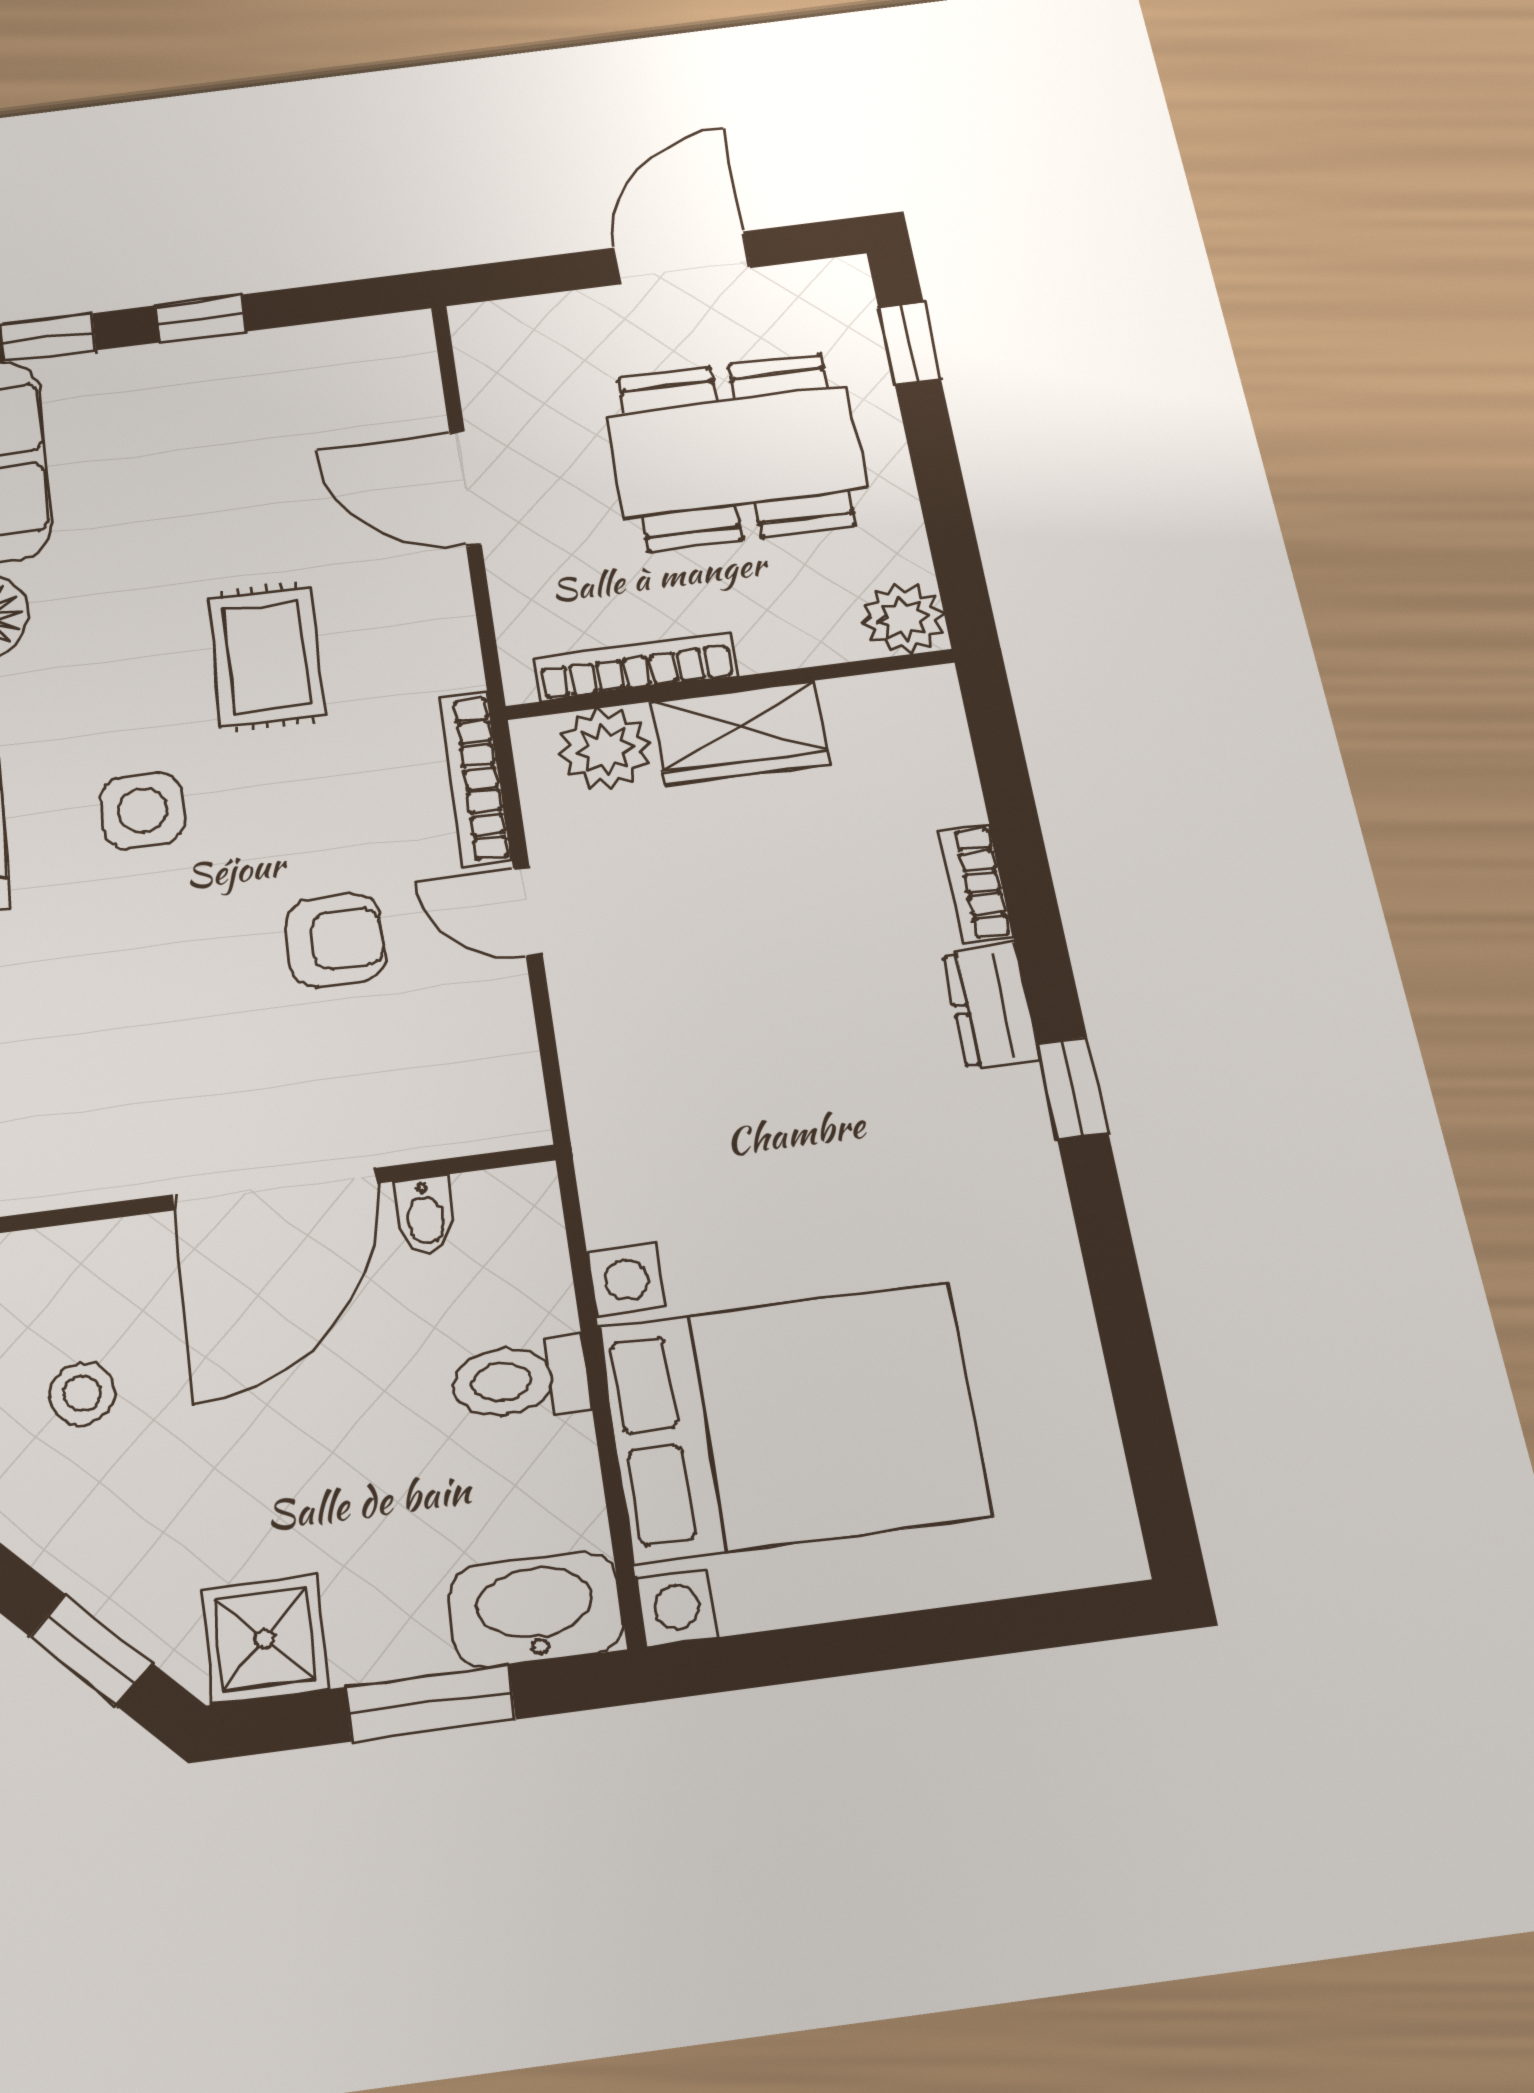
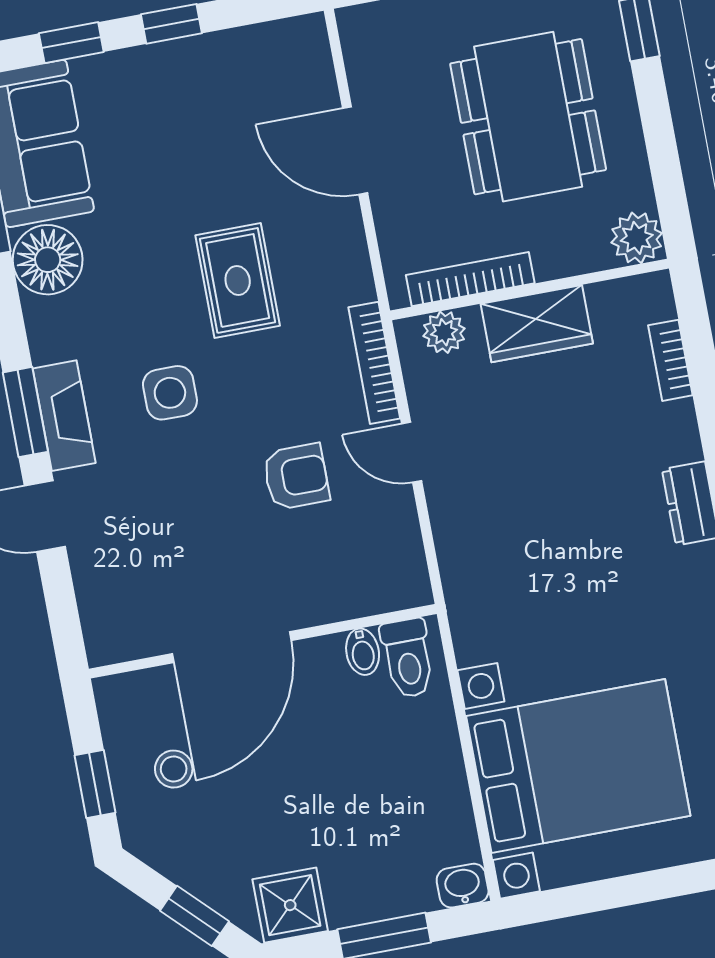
dining table: (736, 452) -> (528, 117), turned 90
plant: (605, 749) -> (444, 332), width x0.73, depth x0.73
bookcase: (976, 883) -> (670, 360), moved
door: (275, 1189) -> (232, 647), moved
toilet: (520, 1380) -> (408, 658), moved, turned -90
washbasin: (536, 1609) -> (463, 886), width x0.52, depth x0.69

